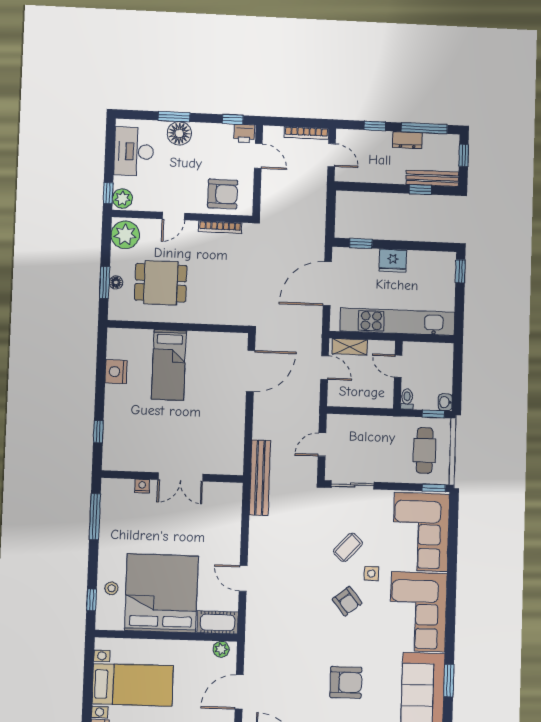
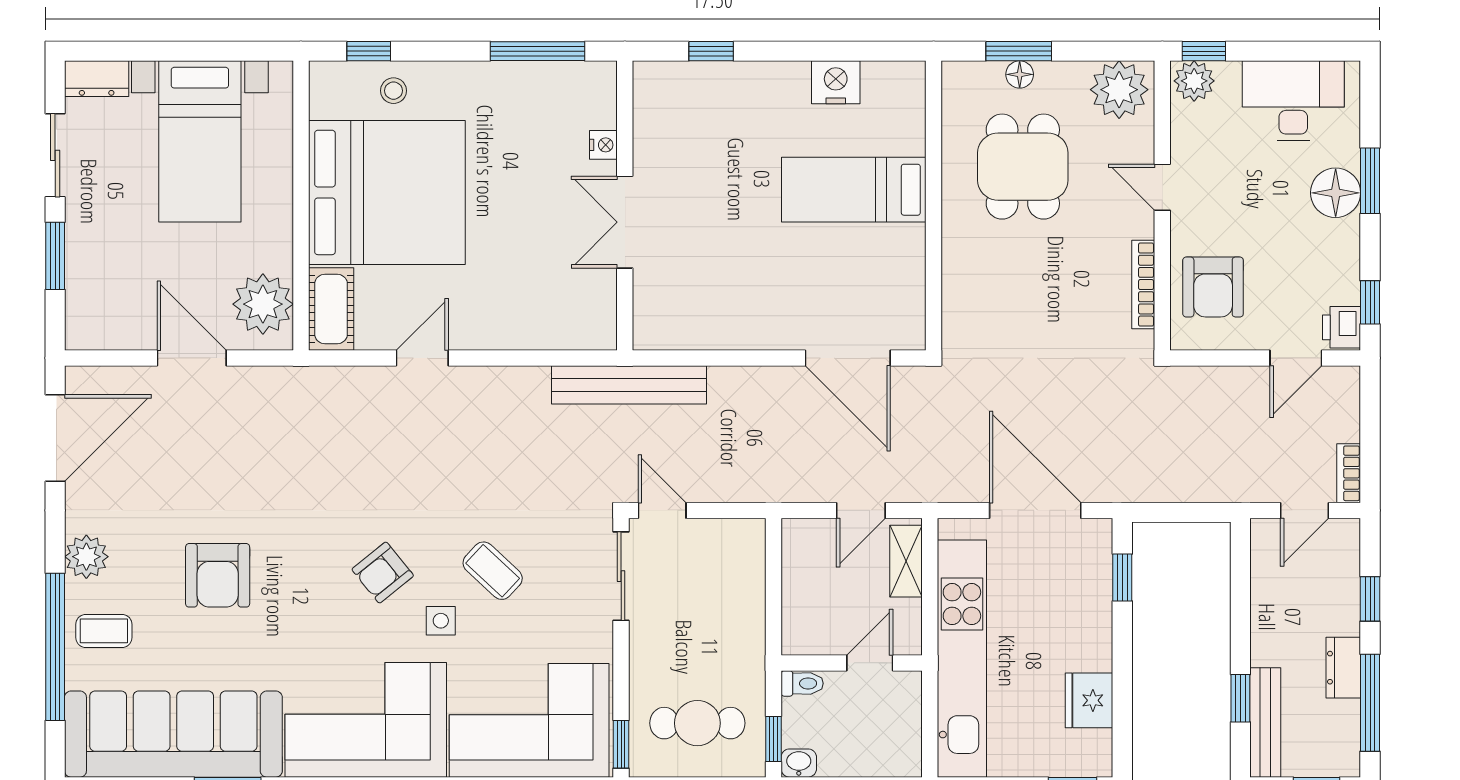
bookcase: (306, 133) -> (1349, 473), width x0.64
fridge: (393, 261) -> (1089, 700), moved
door: (322, 445) -> (662, 510), moved
plant: (221, 649) -> (263, 304), width x1.88, depth x1.88

